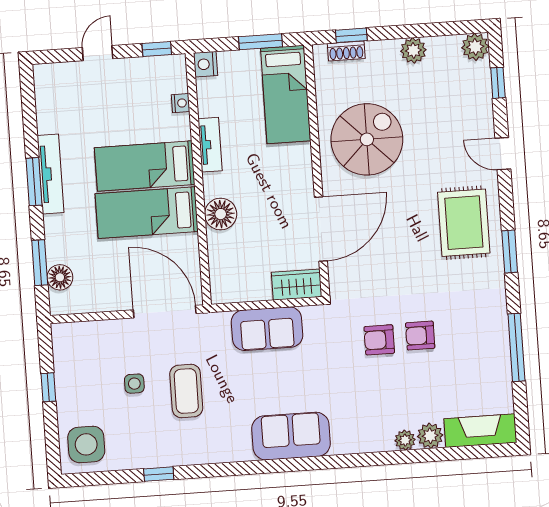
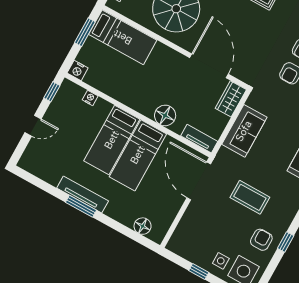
door: (98, 53) -> (33, 126), swing flipped
tv unit: (210, 145) -> (199, 139), moved
window: (40, 263) -> (127, 232), removed
door: (165, 312) -> (199, 181), hinge flipped
side table: (134, 384) -> (221, 261), moved
armchair: (141, 441) -> (261, 240), added

